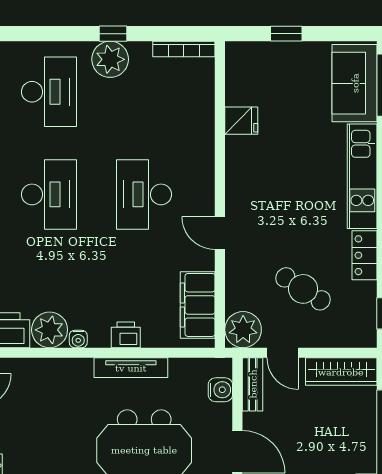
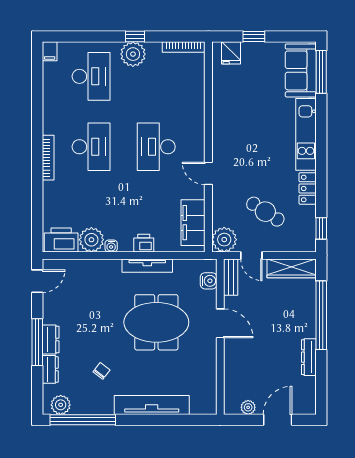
fridge: (241, 121) -> (231, 53), moved, turned 90

